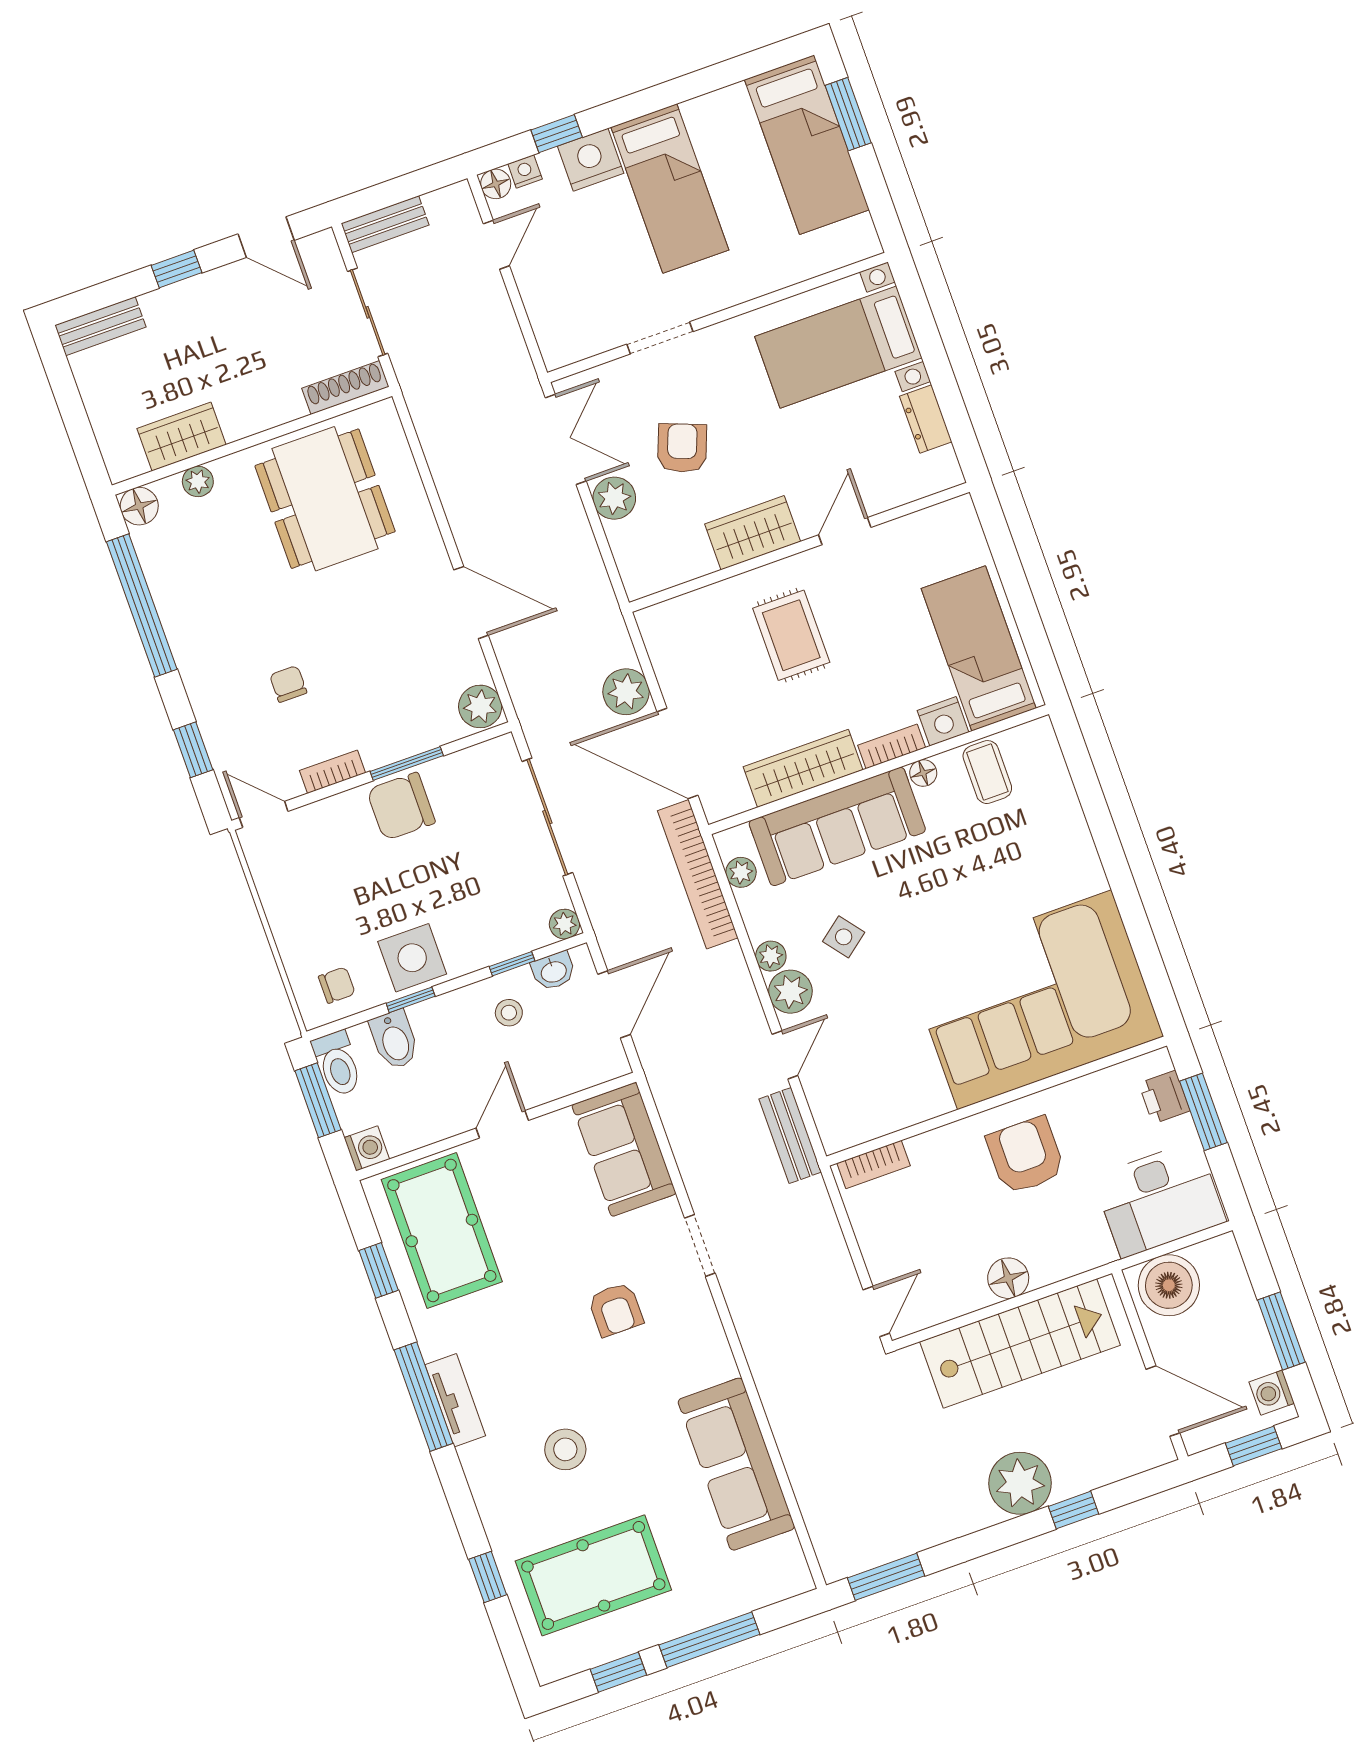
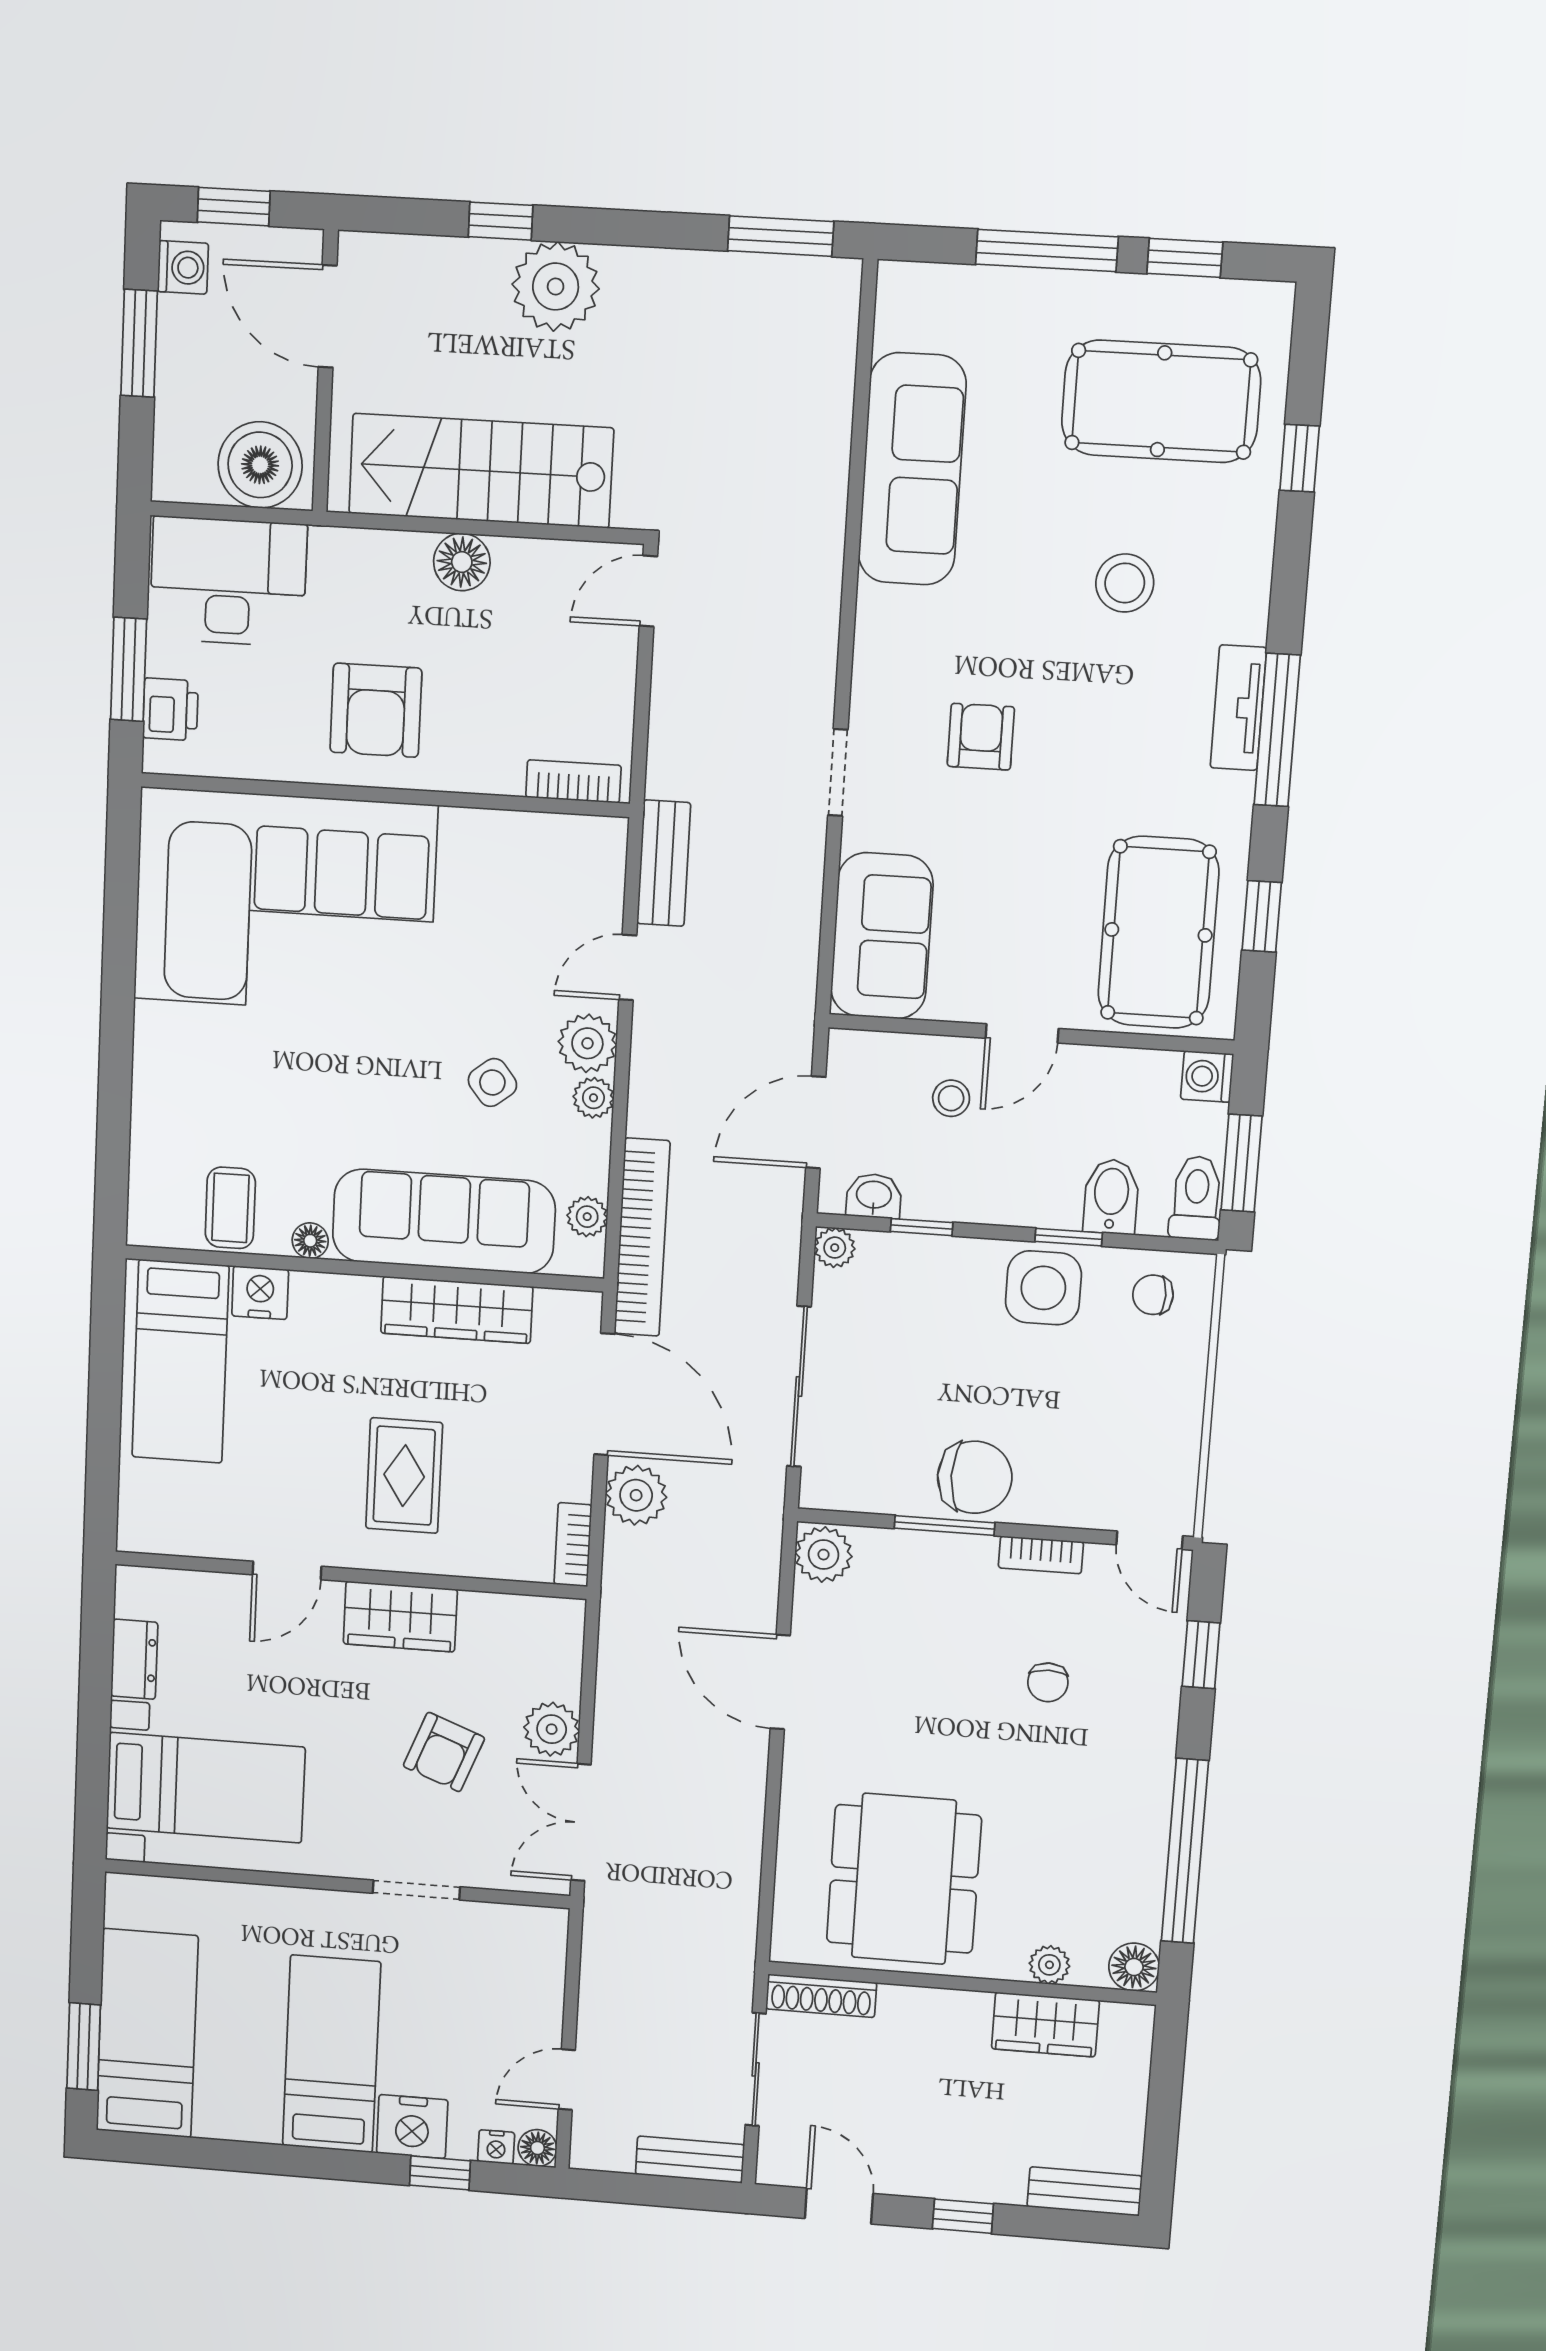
bookcase: (892, 746) -> (573, 1545), moved, turned 90
stool: (509, 1013) -> (951, 1098), moved

